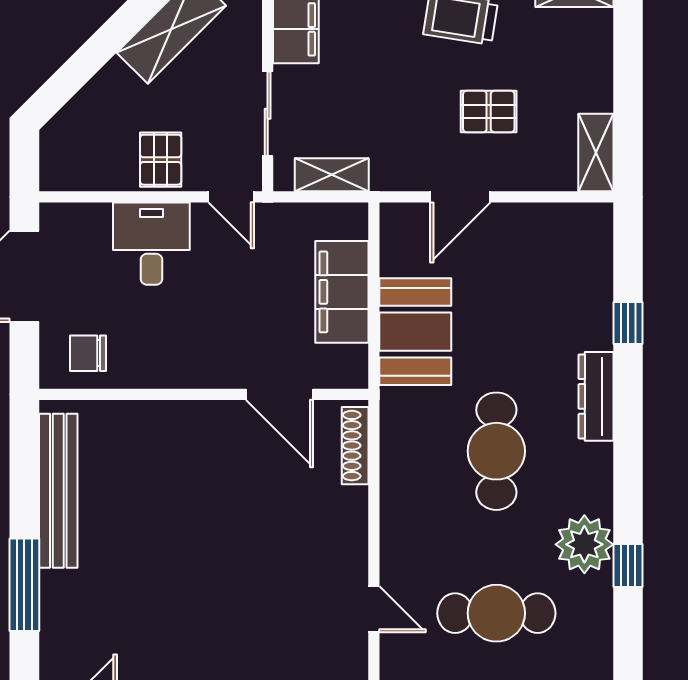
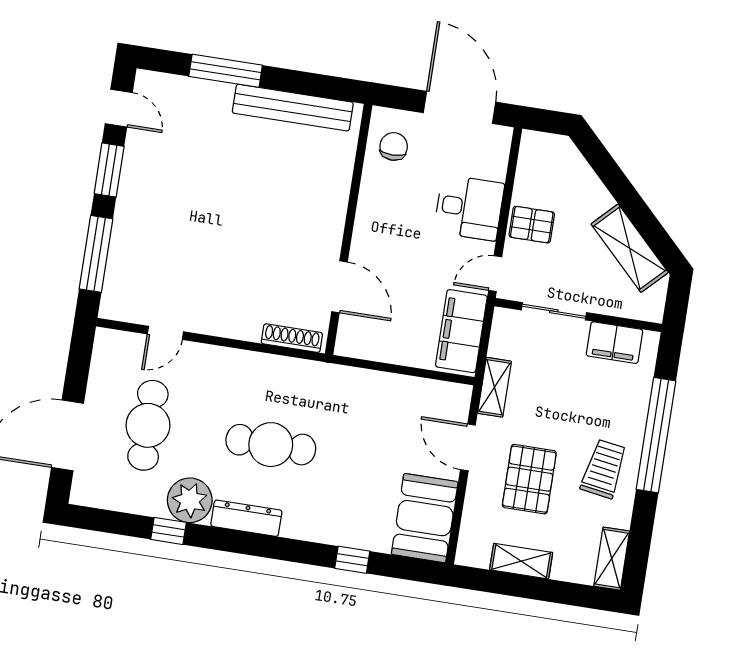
pallet: (489, 112) -> (529, 479), width x1.50, depth x1.42
shelving: (596, 152) -> (521, 561), moved
shelving: (332, 175) -> (495, 387), moved
filing cabinet: (342, 292) -> (461, 331), moved, turned -90
booth: (415, 332) -> (425, 518), moved, turned 90
door: (279, 394) -> (340, 287), swing flipped
dresser: (596, 396) -> (246, 518), moved

